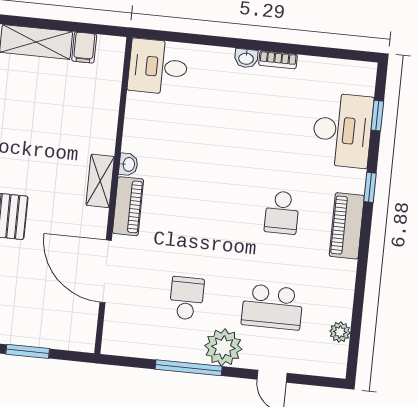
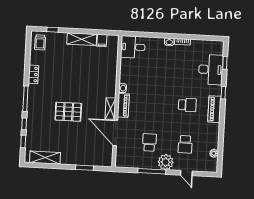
shelving: (100, 181) -> (110, 109), moved
school desk: (282, 213) -> (187, 105), turned -90
school desk: (272, 307) -> (185, 144), width x0.54

